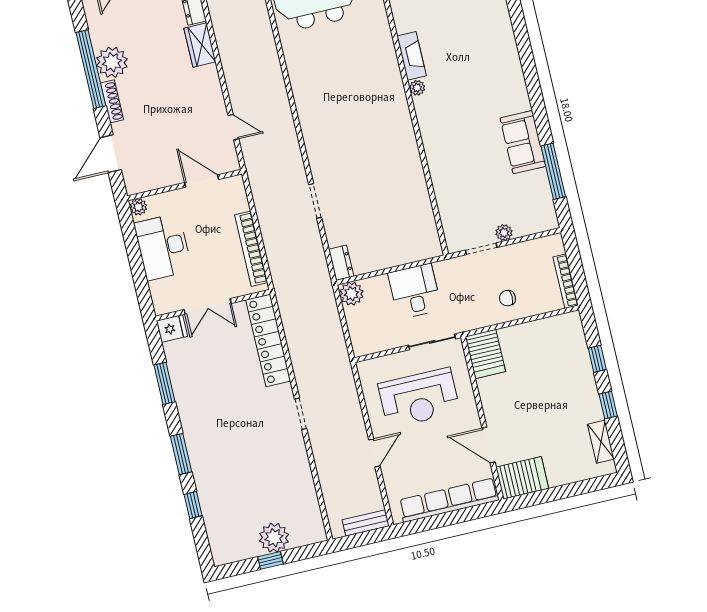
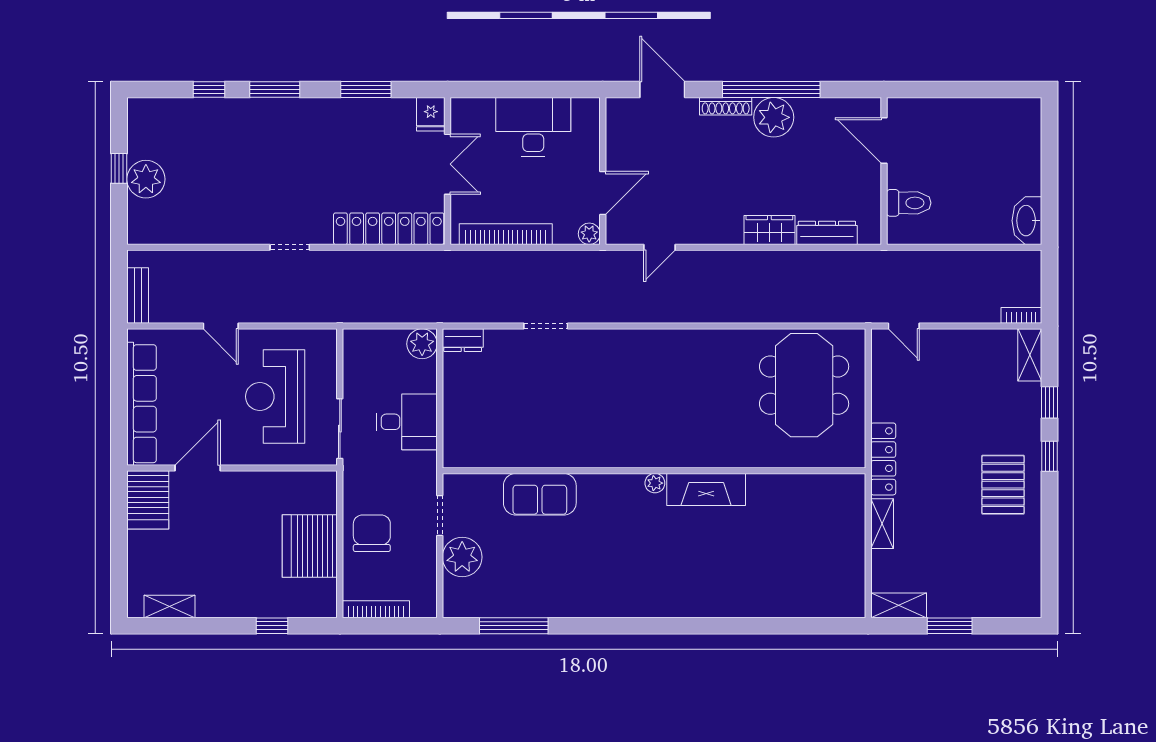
fireplace: (412, 56) -> (706, 489), width x1.37, depth x1.32
sofa: (523, 142) -> (540, 494), moved, turned 180
plant: (138, 207) -> (589, 234), moved
plant: (504, 233) -> (462, 557), width x1.87, depth x1.87
chair: (507, 298) -> (372, 533), width x1.87, depth x1.87
double door: (208, 306) -> (448, 164), swing flipped
server rack: (485, 354) -> (310, 546), moved, width x1.60
window: (608, 405) -> (212, 626), removed

